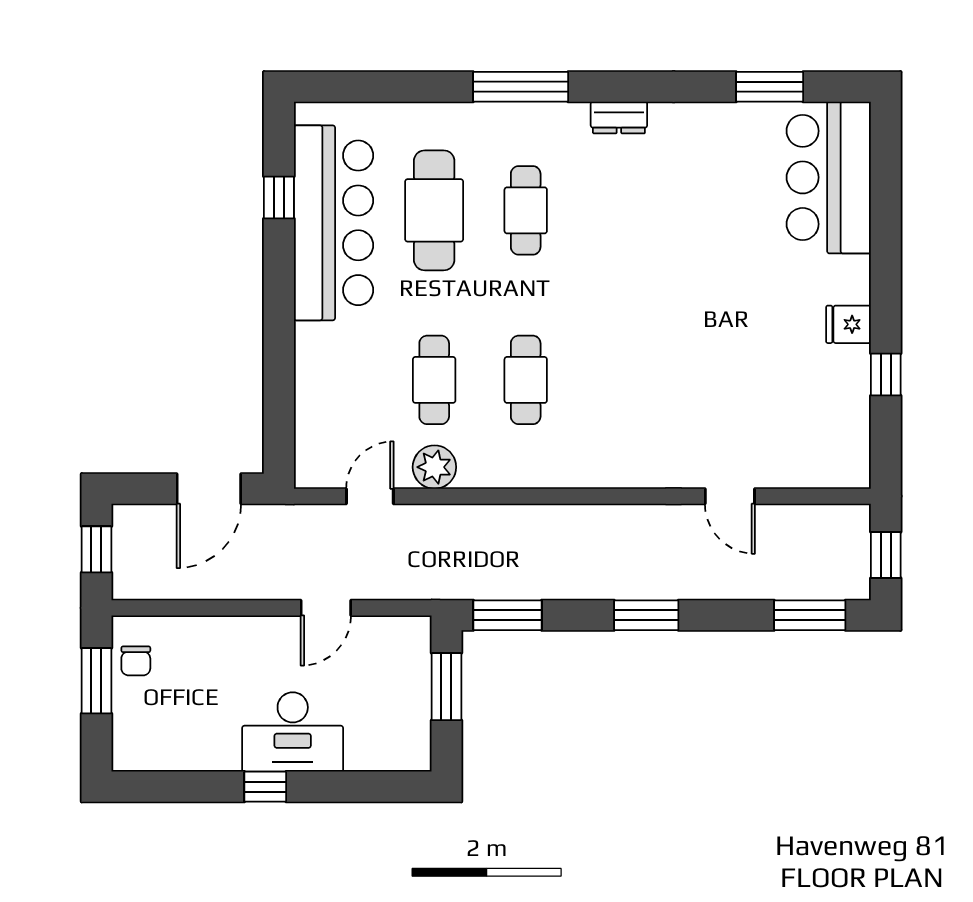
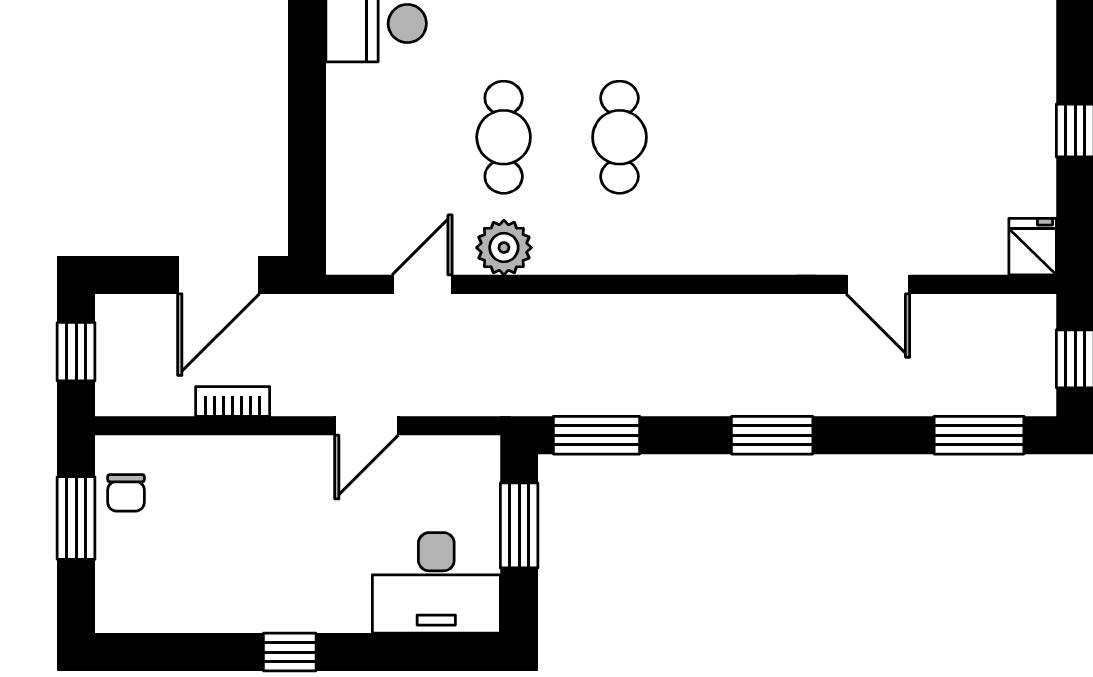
fridge: (848, 324) -> (1033, 247), moved, turned 90
bookcase: (220, 589) -> (233, 402), added
desk: (293, 732) -> (436, 583), moved

